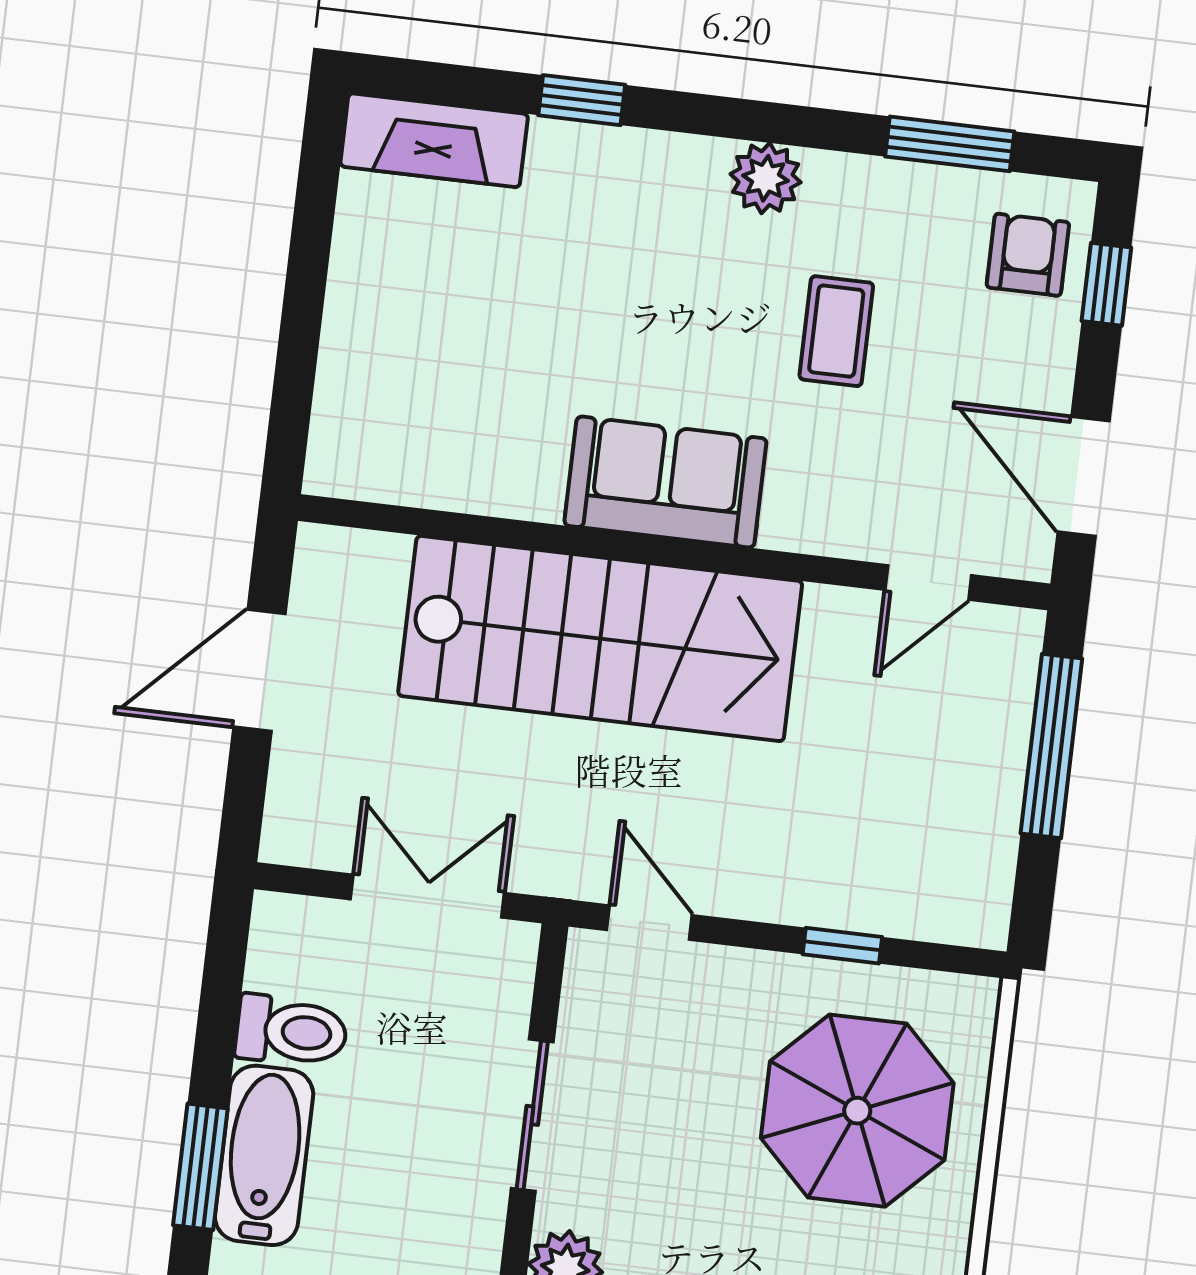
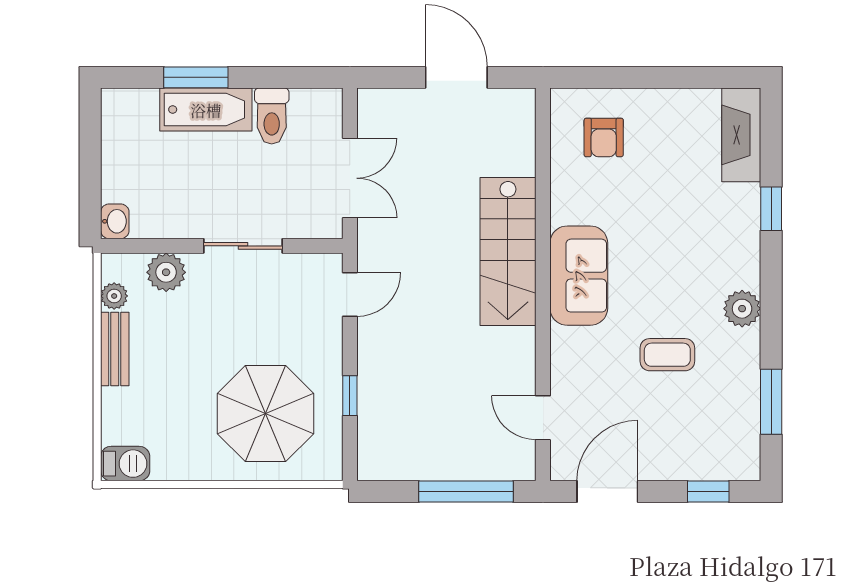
armchair: (1028, 255) -> (604, 137), moved, turned 90
stairs: (600, 638) -> (508, 251), width x0.73, depth x0.66

